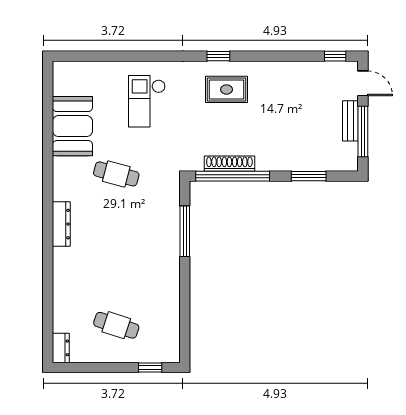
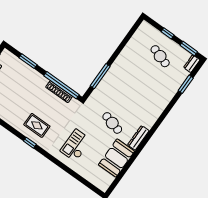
checkout: (147, 101) -> (76, 145), turned 180
dresser: (61, 224) -> (138, 138), moved
window: (48, 311) -> (186, 84), added
window: (82, 367) -> (189, 48), added
window: (150, 367) -> (168, 33), moved

